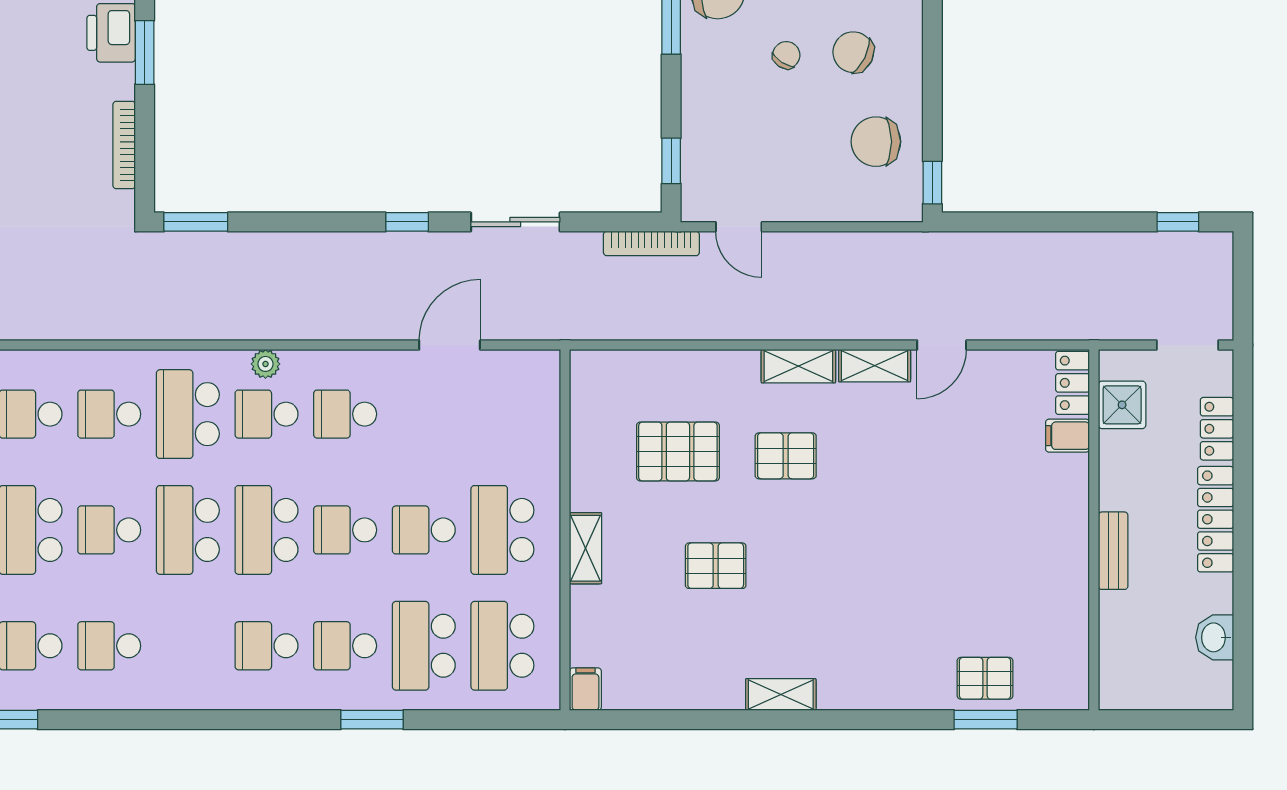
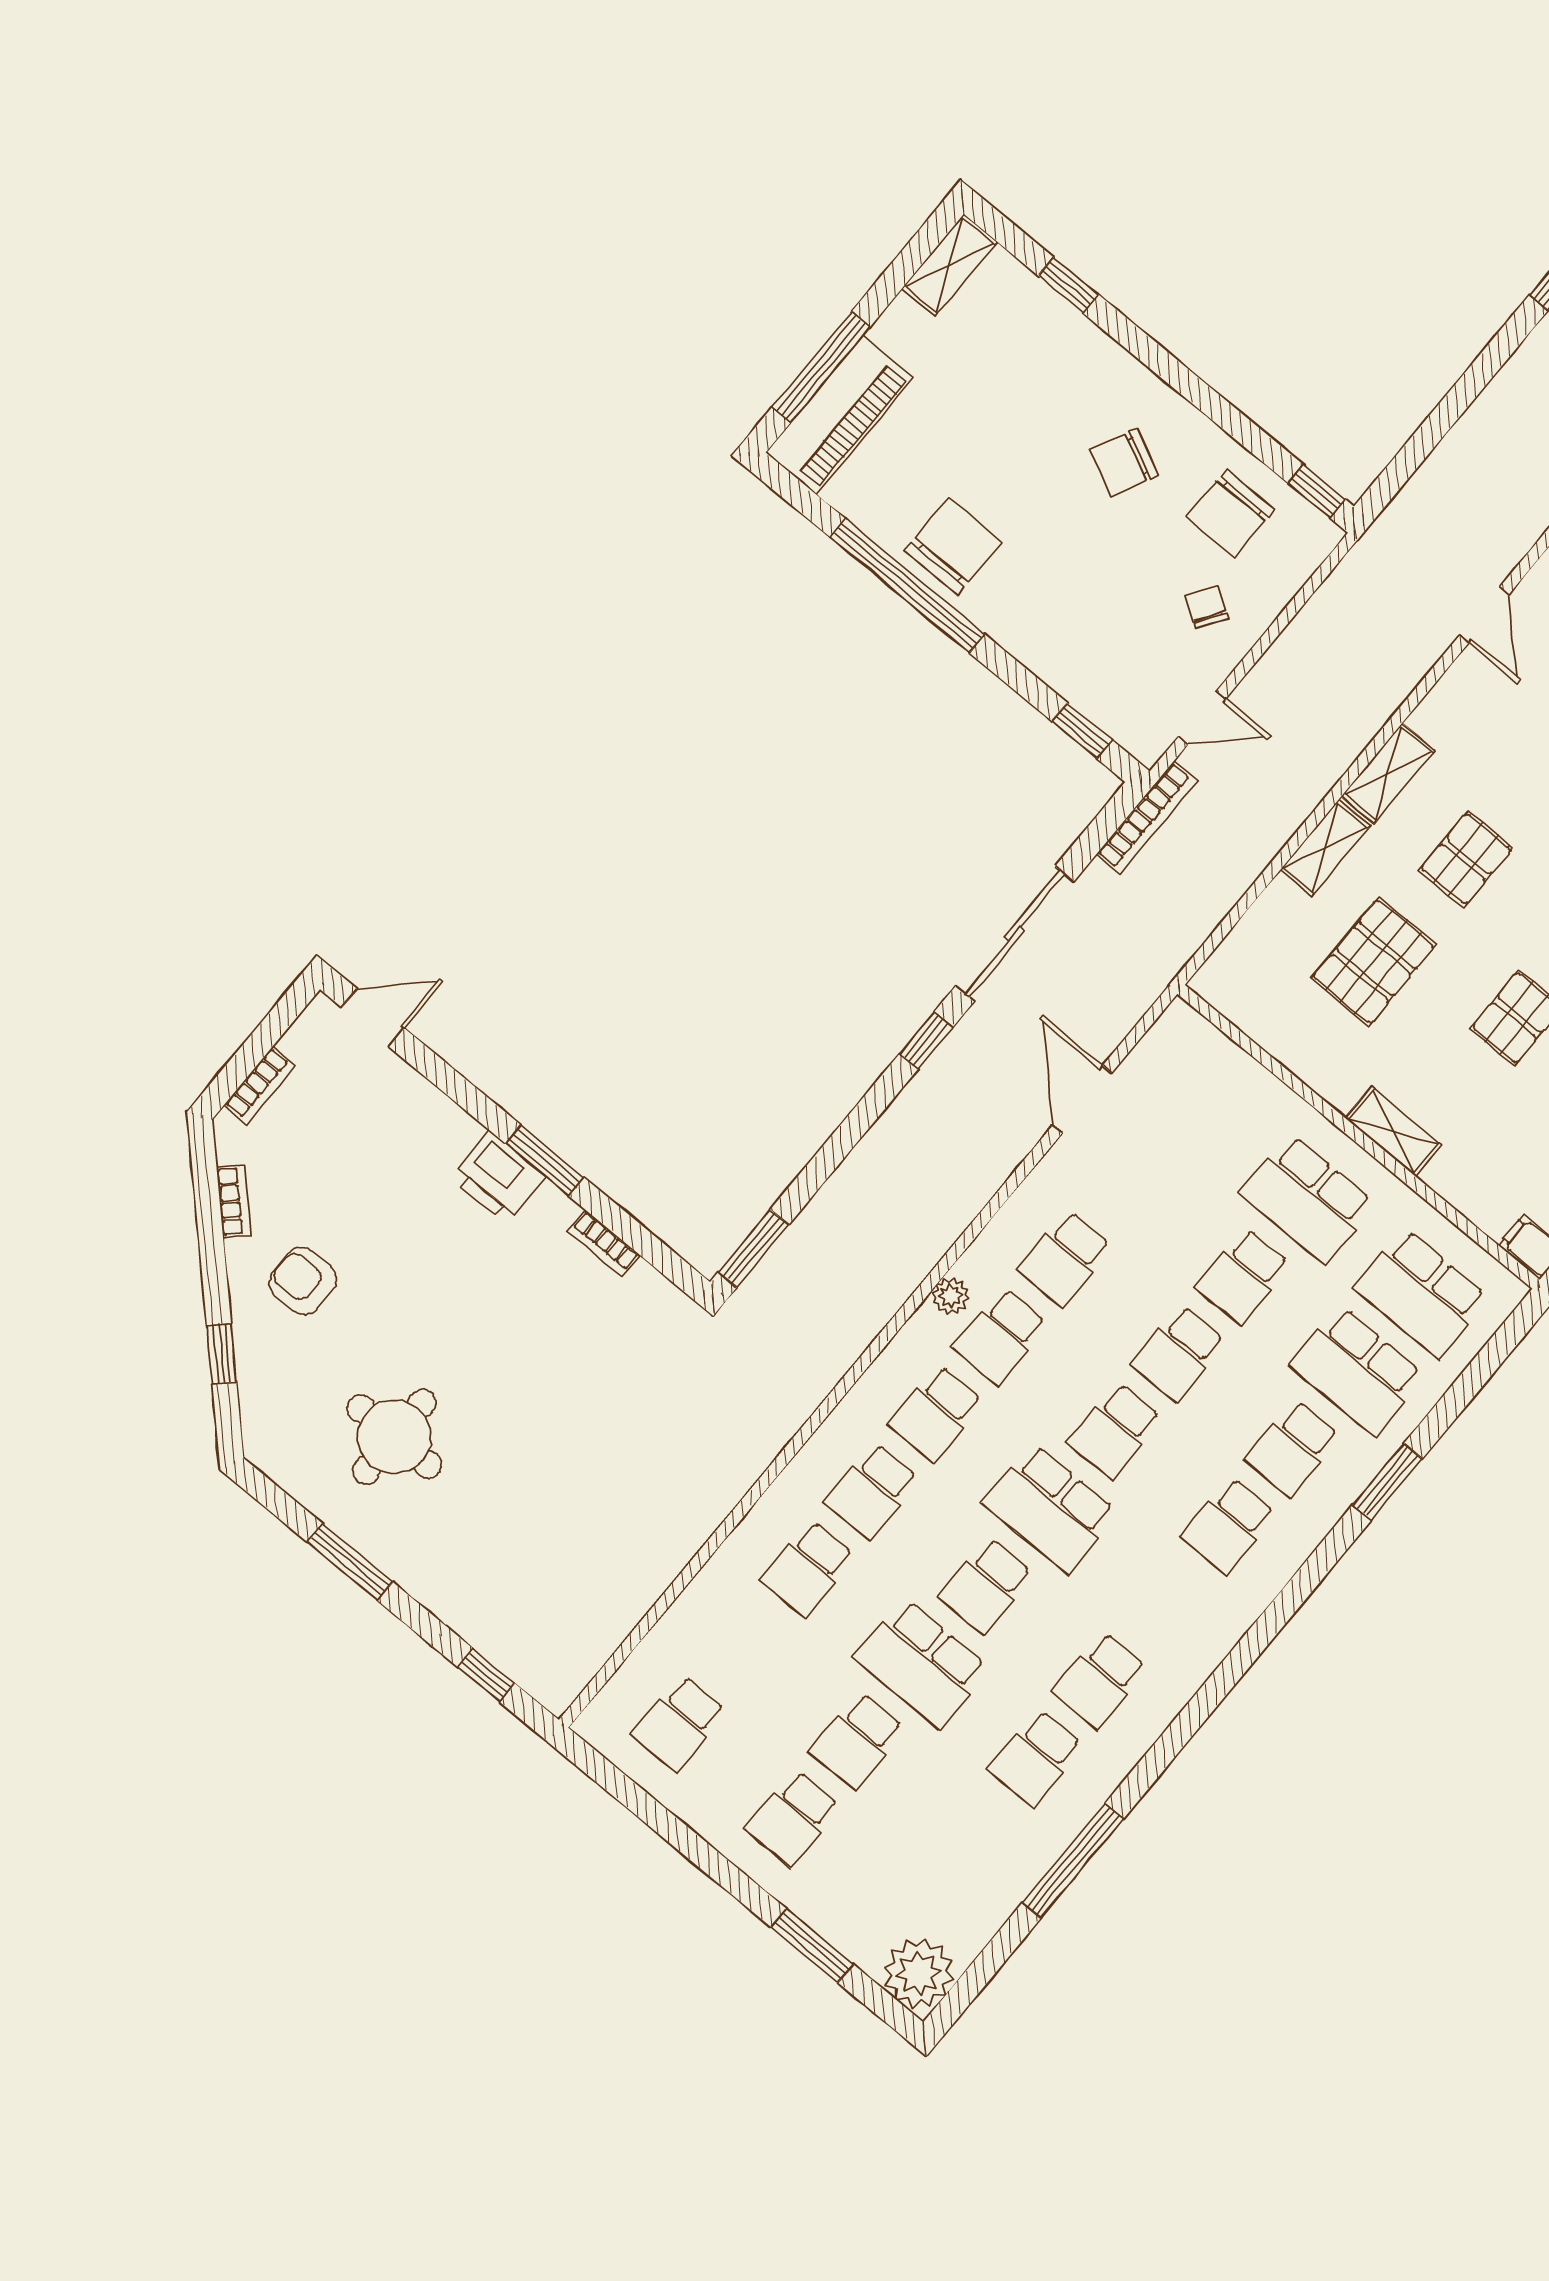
chair: (786, 55) -> (1207, 607), moved
bookcase: (124, 145) -> (604, 1243), width x0.64
sliding door: (515, 222) -> (1015, 934), width x1.37
shelving: (875, 366) -> (1325, 848), moved
school desk: (188, 414) -> (936, 1413), width x0.54
school desk: (266, 530) -> (1115, 1431), width x0.54

